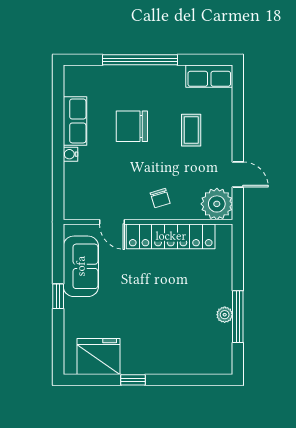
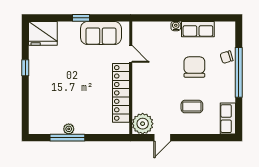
chair: (160, 198) -> (227, 57), moved
door: (112, 222) -> (131, 54), swing flipped
fridge: (98, 357) -> (43, 33), moved, turned 90

